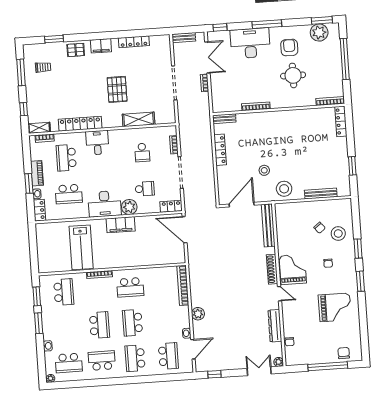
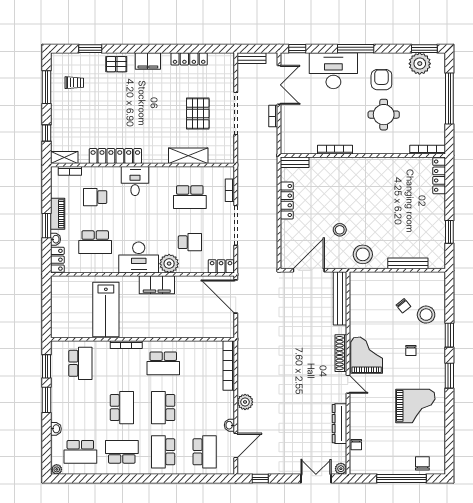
pallet: (117, 89) -> (198, 113), moved
school desk: (142, 153) -> (190, 197), width x1.85
school desk: (66, 158) -> (95, 197), width x0.54

